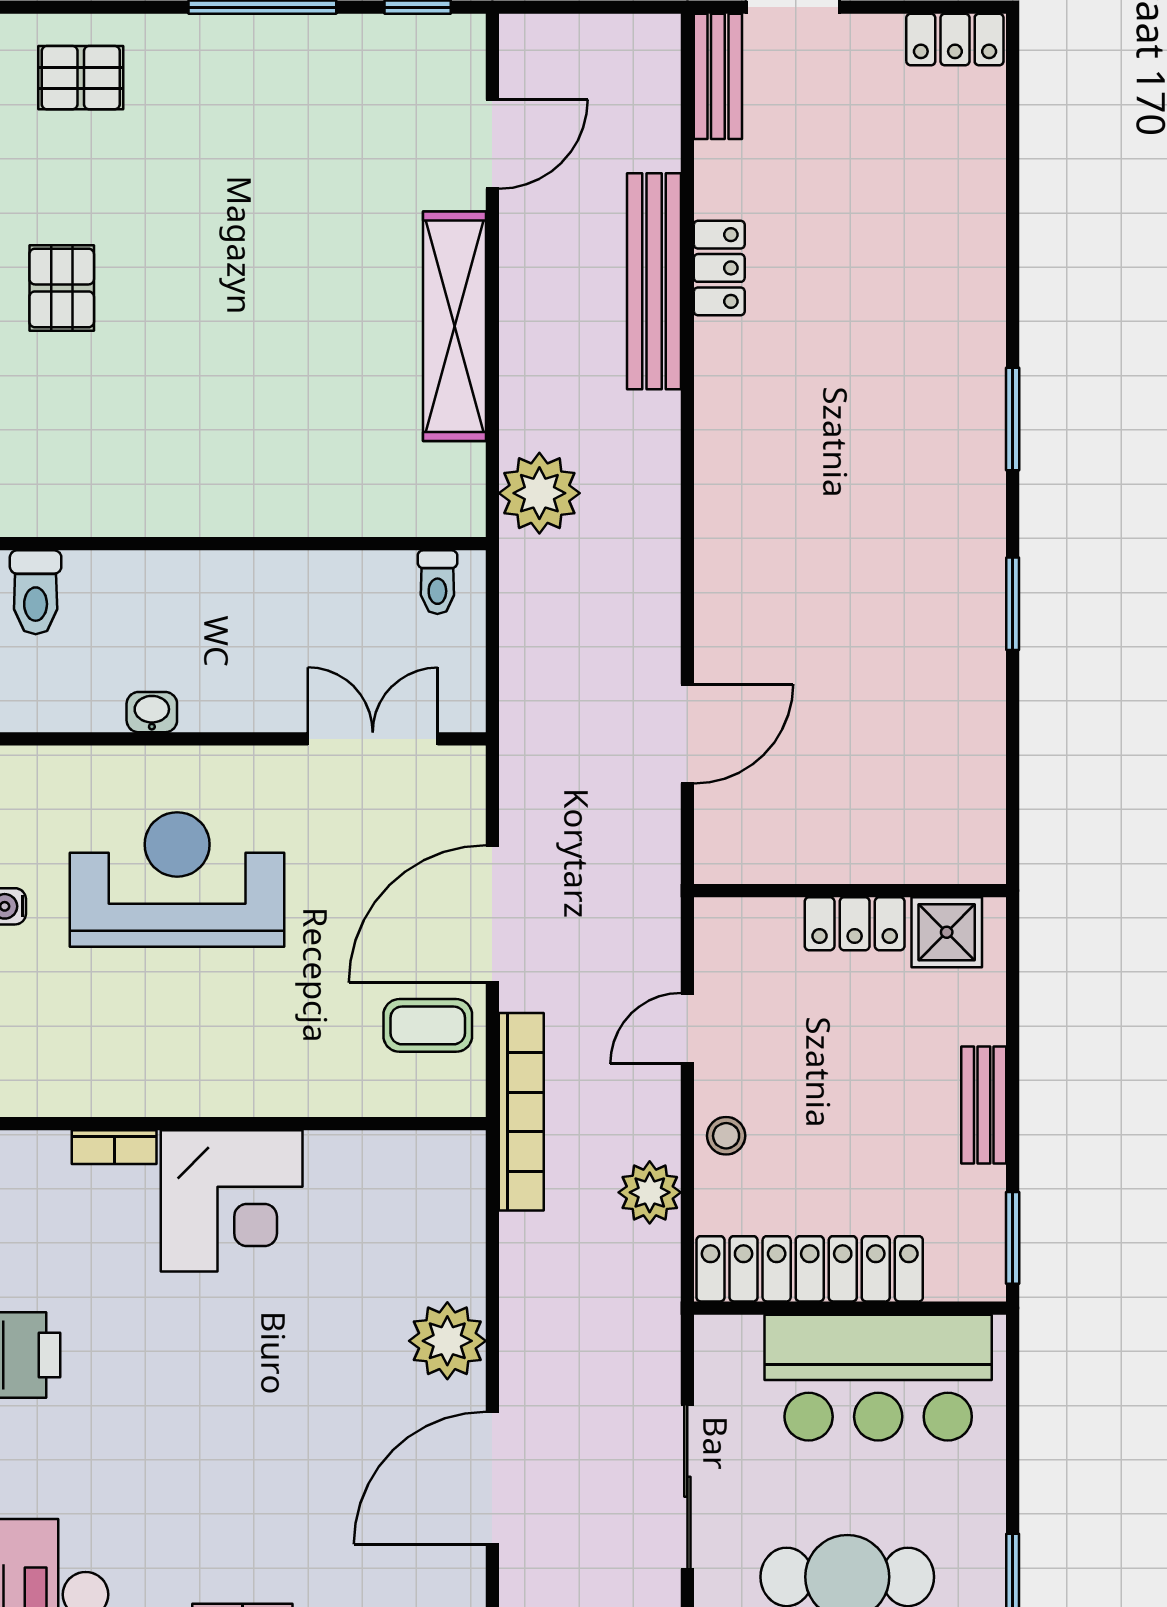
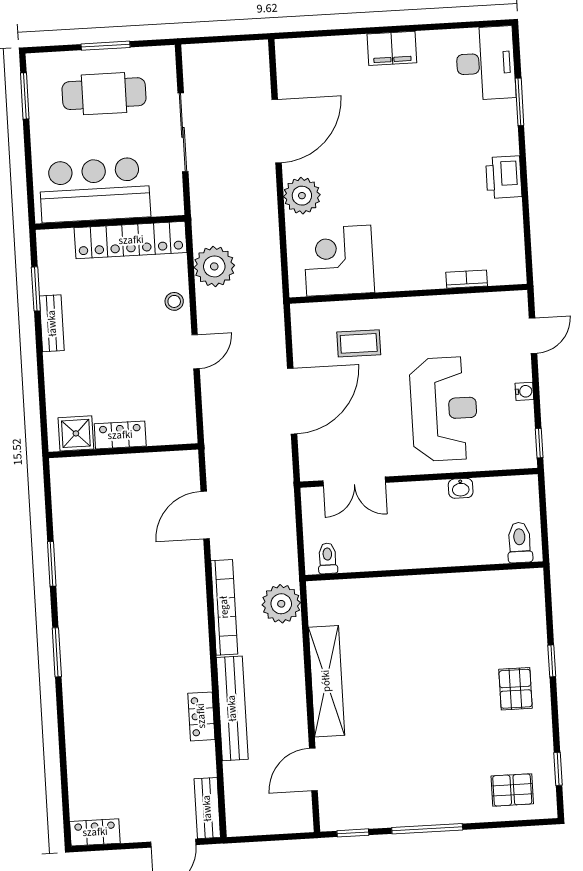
door: (687, 734) -> (205, 515), moved
reception desk: (177, 879) -> (444, 409), turned -90
wall: (850, 891) -> (123, 451), moved
locker: (855, 924) -> (120, 435), moved
shower: (947, 932) -> (76, 433), moved
coffee table: (428, 1025) -> (359, 343), moved
bookcase: (521, 1112) -> (224, 607), moved, turned 180
plant: (650, 1192) -> (214, 266), width x1.36, depth x1.36
corner desk: (232, 1201) -> (339, 261), moved
window: (1013, 1238) -> (36, 289), moved

